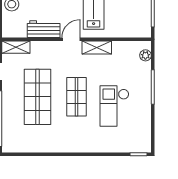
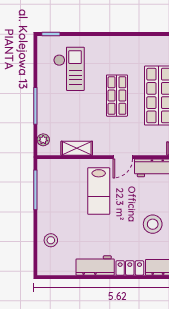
shelving: (97, 47) -> (77, 148), moved
checkout: (114, 106) -> (69, 69), moved

